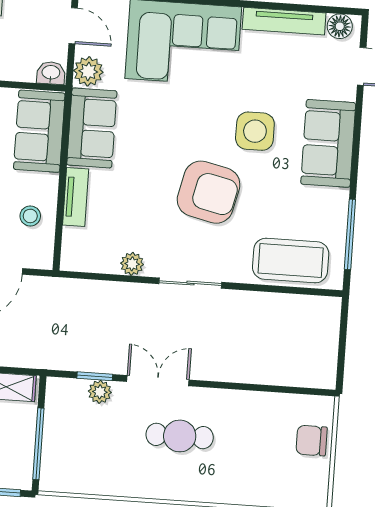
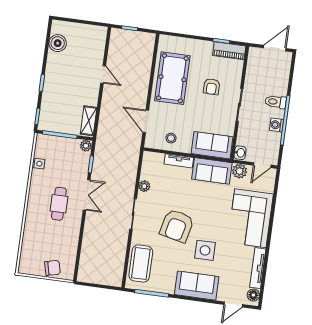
plant: (100, 392) -> (86, 146), moved
chair: (312, 441) -> (52, 268), turned 76
side table: (100, 481) -> (39, 164), added

